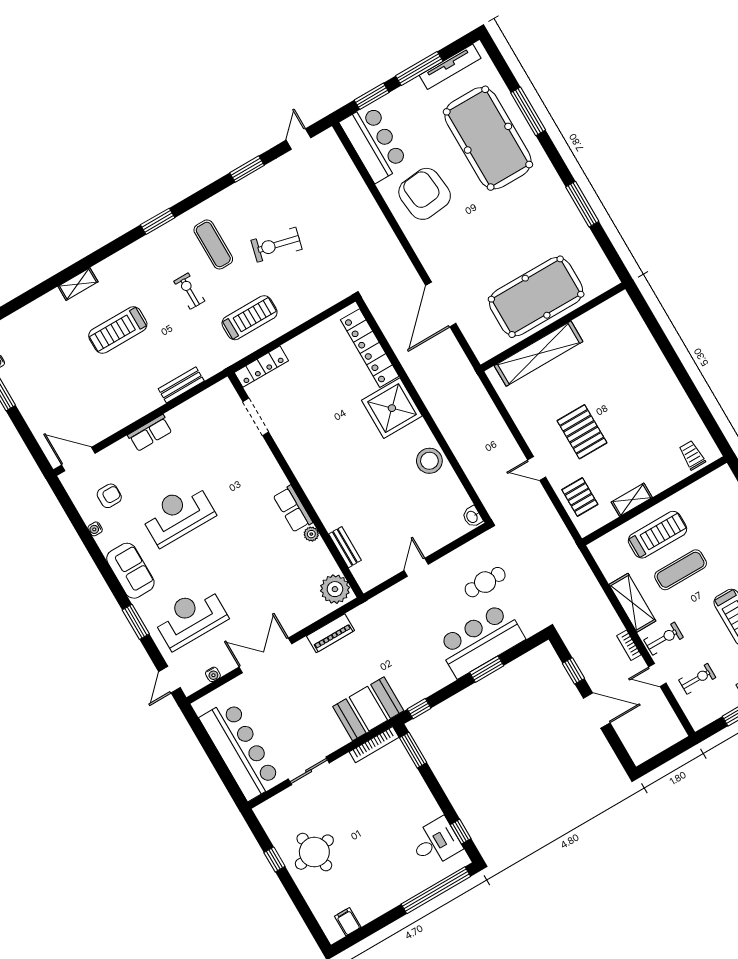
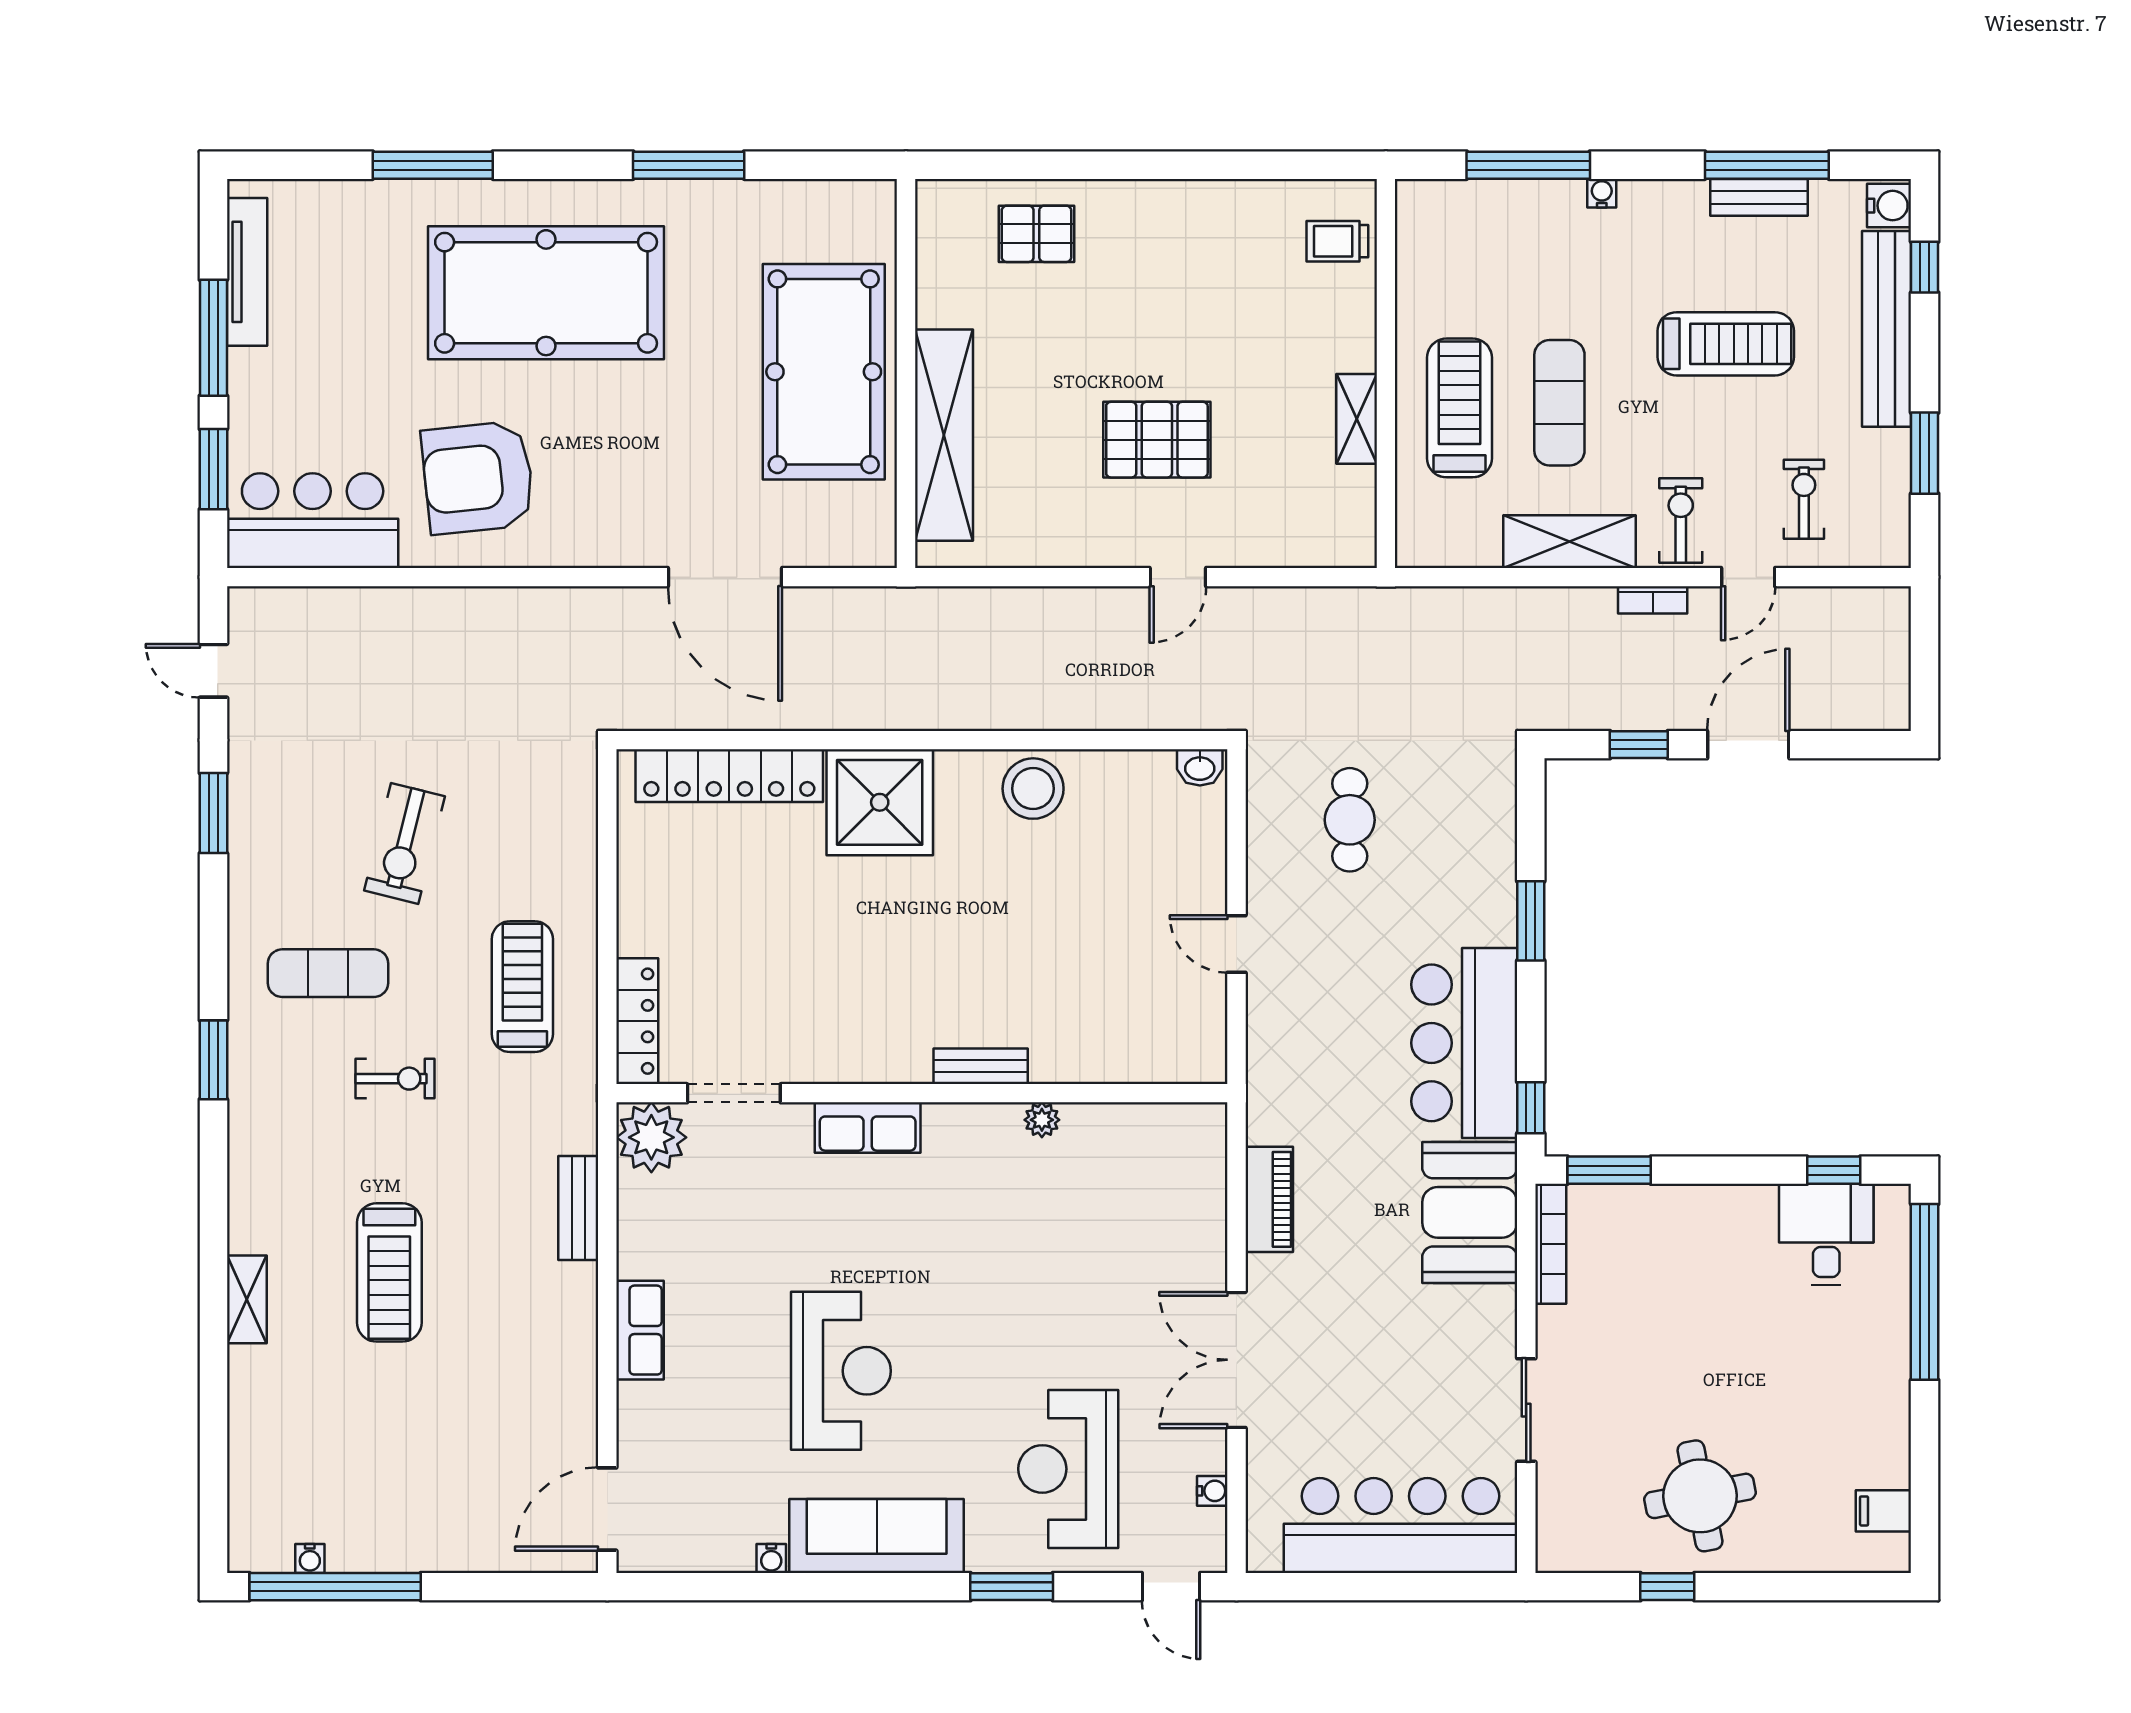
pool table: (488, 138) -> (546, 293), moved
exercise bike: (189, 291) -> (395, 1079), turned 180
armchair: (109, 496) -> (720, 1490), removed
pallet: (580, 497) -> (1036, 234), moved
row of seats: (293, 509) -> (868, 1128), moved
reception desk: (178, 514) -> (841, 1371), turned 180
bench: (345, 547) -> (981, 1066), moved
sofa: (130, 571) -> (877, 1536), width x1.36
plant: (335, 589) -> (651, 1137), moved
bar counter: (481, 640) -> (1464, 1043), moved

